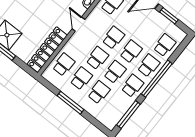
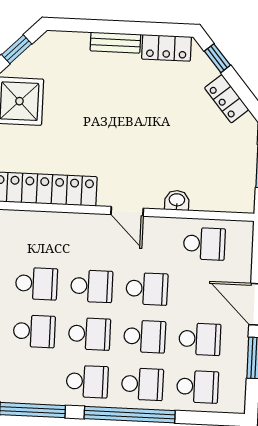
door: (78, 24) -> (127, 211), swing flipped
school desk: (64, 65) -> (200, 339), moved

